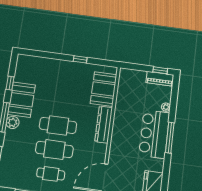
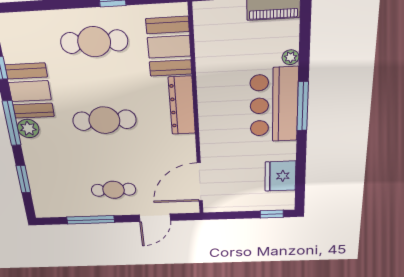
cafe table: (54, 149) -> (94, 42), moved

